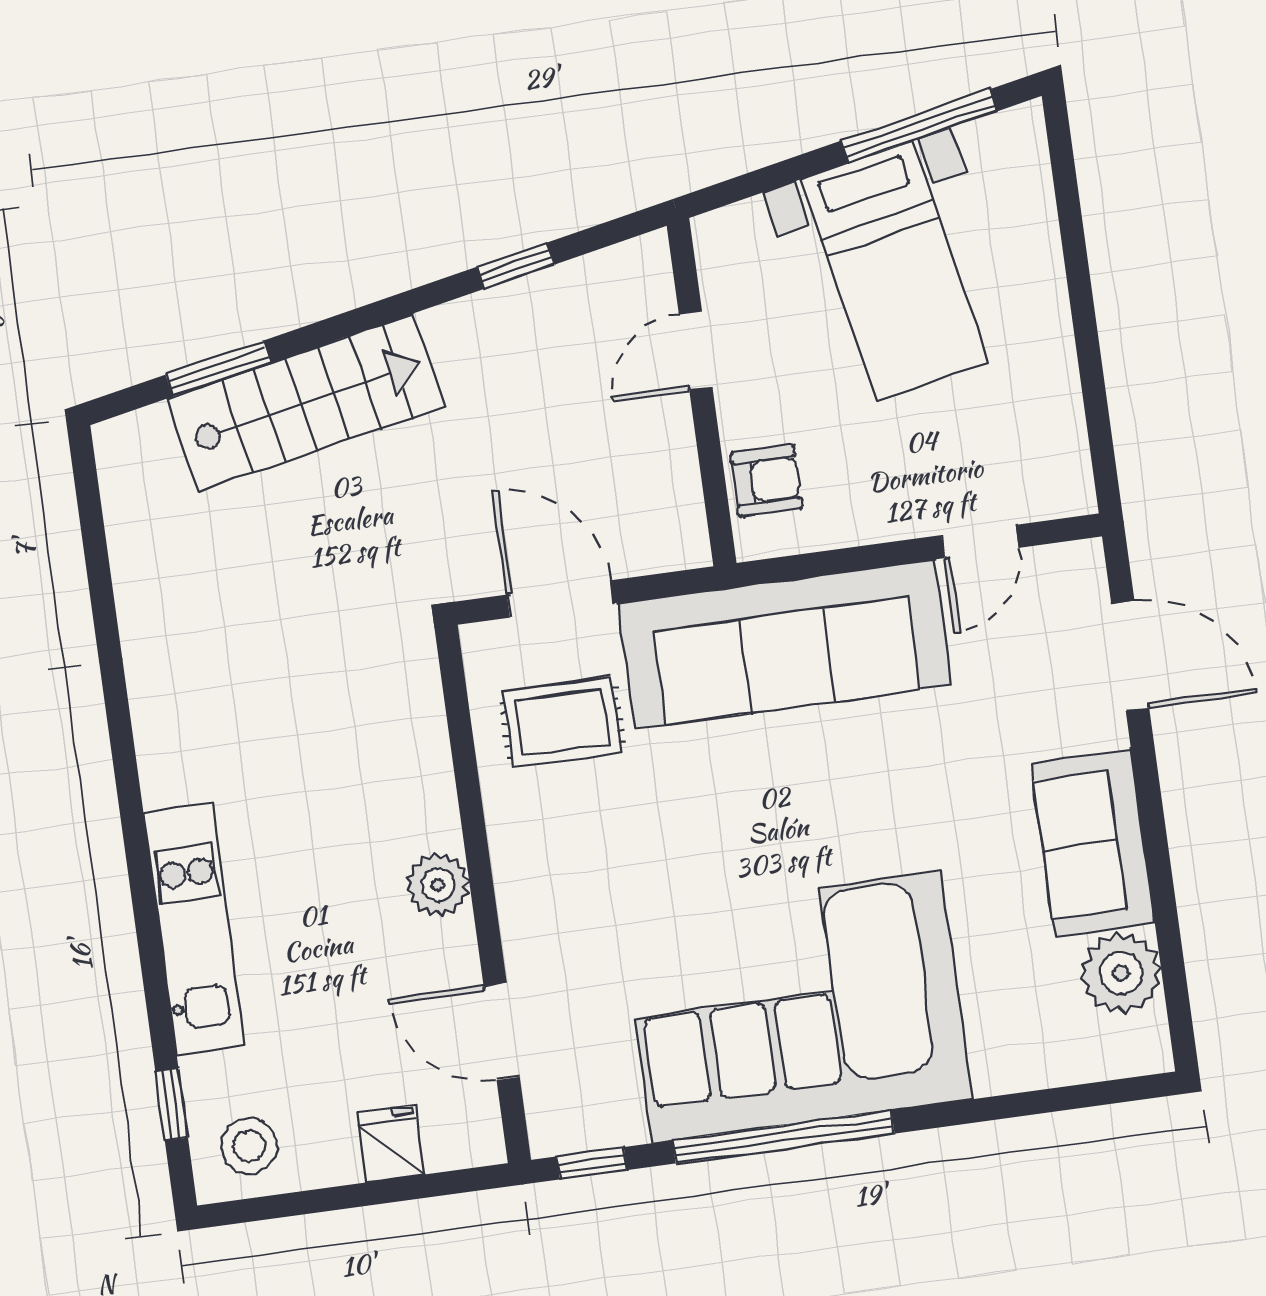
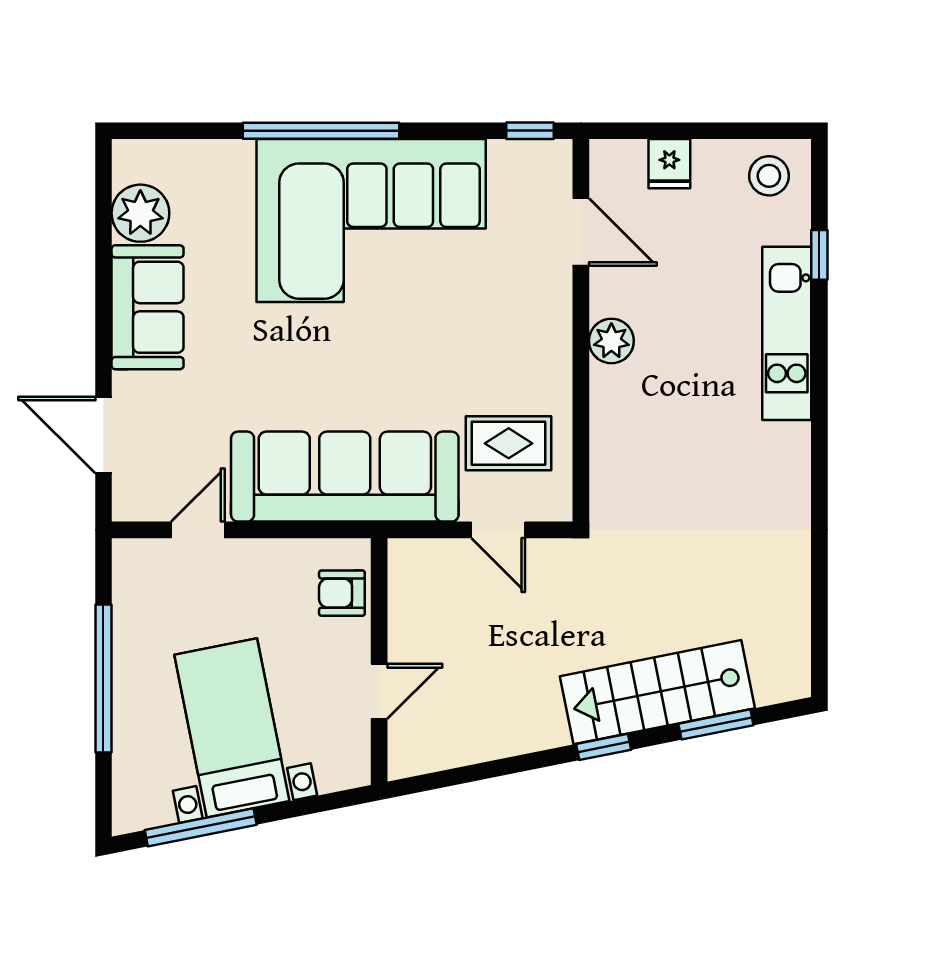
window: (516, 266) -> (604, 747), moved
window: (1084, 315) -> (103, 679), added
door: (560, 599) -> (498, 530), width x0.73
window: (172, 1104) -> (819, 255), moved
window: (784, 1137) -> (321, 131), moved

